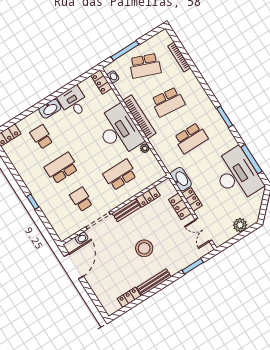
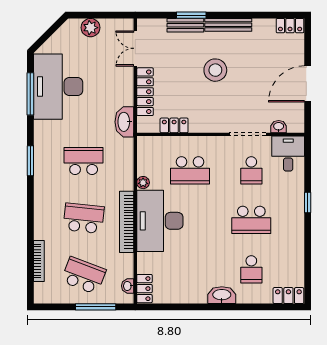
desk: (73, 102) -> (288, 154), moved, turned 180
locker: (192, 199) -> (126, 91), removed
locker: (180, 206) -> (145, 92), width x1.53
bench: (126, 210) -> (185, 25), moved
double door: (203, 230) -> (135, 48), swing flipped
door: (74, 266) -> (308, 84), moved
window: (193, 266) -> (191, 15), moved
locker: (129, 297) -> (290, 26), moved

